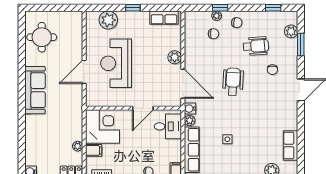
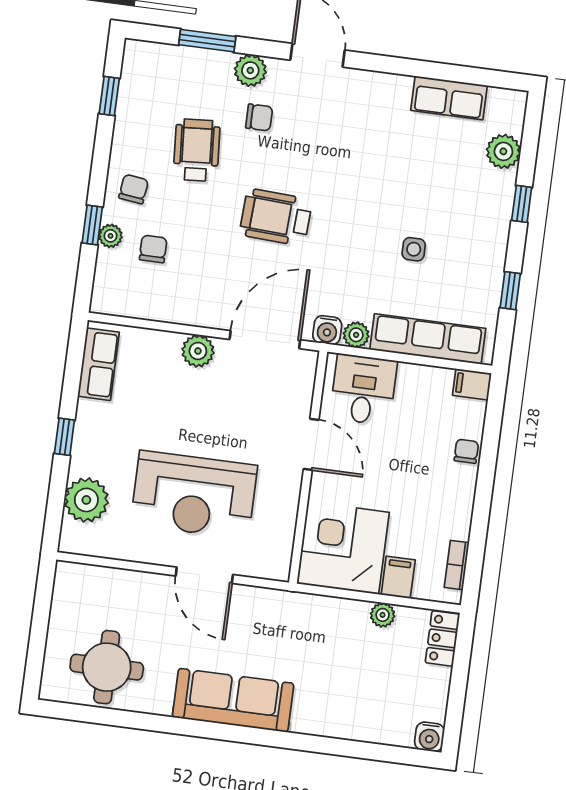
plant: (291, 31) -> (250, 70), moved

